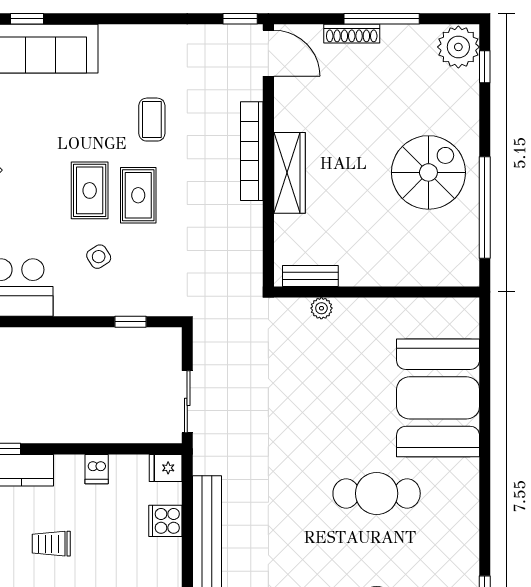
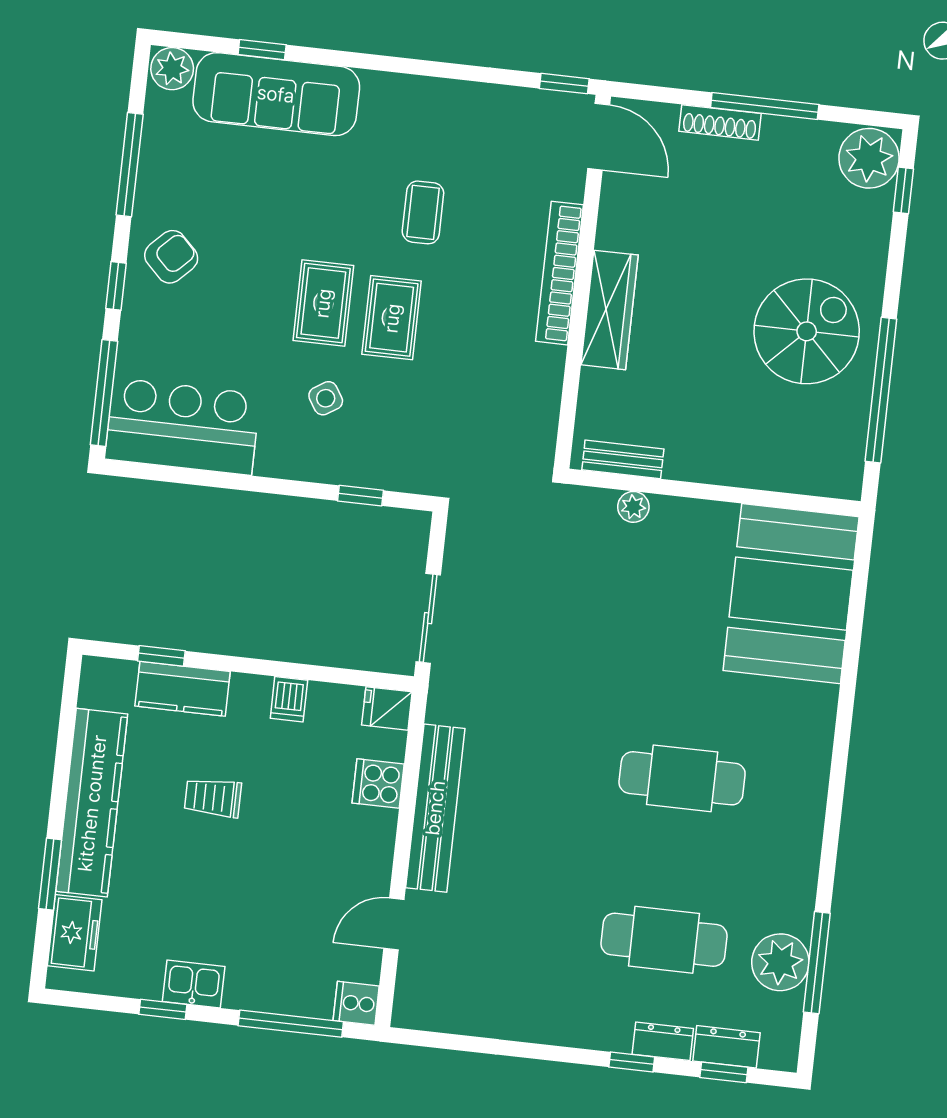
booth: (438, 398) -> (791, 594), moved

